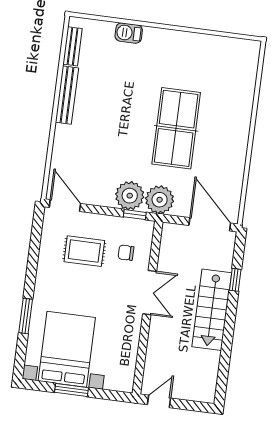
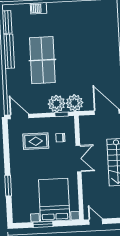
table tennis table: (176, 128) -> (42, 60), moved
bed with nightstands: (67, 349) -> (54, 200), moved
door: (159, 401) -> (96, 222), hinge flipped

